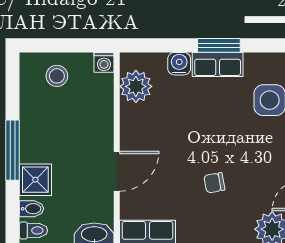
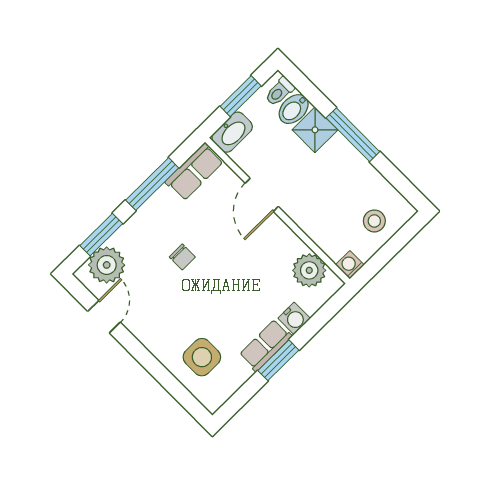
chair: (214, 183) -> (182, 257), turned 100
bidet: (32, 209) -> (294, 109), width x1.38, depth x1.36

